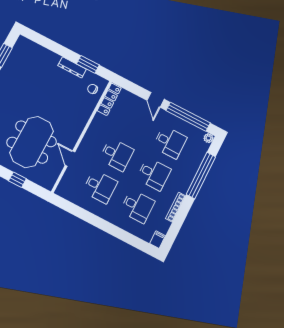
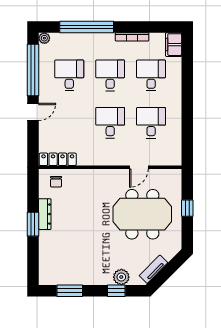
window: (88, 64) -> (33, 224), moved
filing cabinet: (158, 240) -> (174, 45), width x2.00

